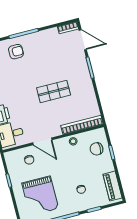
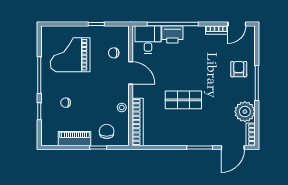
plant: (50, 37) -> (245, 112), added
armchair: (16, 52) -> (239, 69), turned 180
shop shelf: (54, 91) -> (183, 100), turned 90
door: (42, 141) -> (131, 73), swing flipped
piano: (113, 186) -> (74, 139), moved

